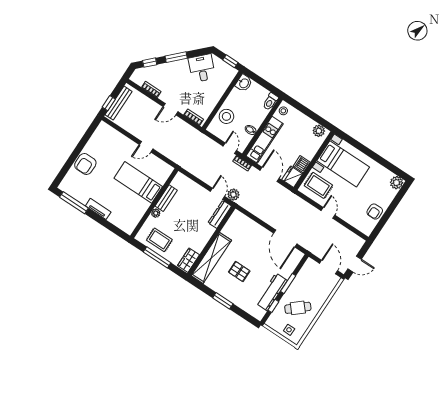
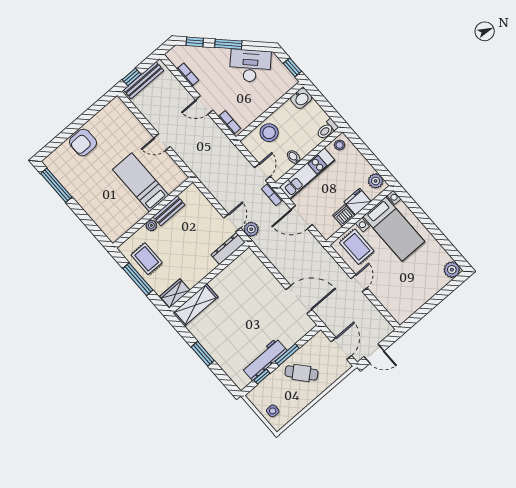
desk: (202, 68) -> (250, 66), width x1.37
door: (270, 174) -> (302, 217), swing flipped
fridge: (292, 177) -> (358, 202), moved
tv unit: (98, 209) -> (83, 201), removed
armchair: (375, 212) -> (416, 297), removed
door: (285, 238) -> (299, 300), swing flipped
shelving: (211, 258) -> (195, 305), width x0.68
pallet: (239, 272) -> (232, 324), removed
cafe table: (298, 308) -> (301, 373), moved

